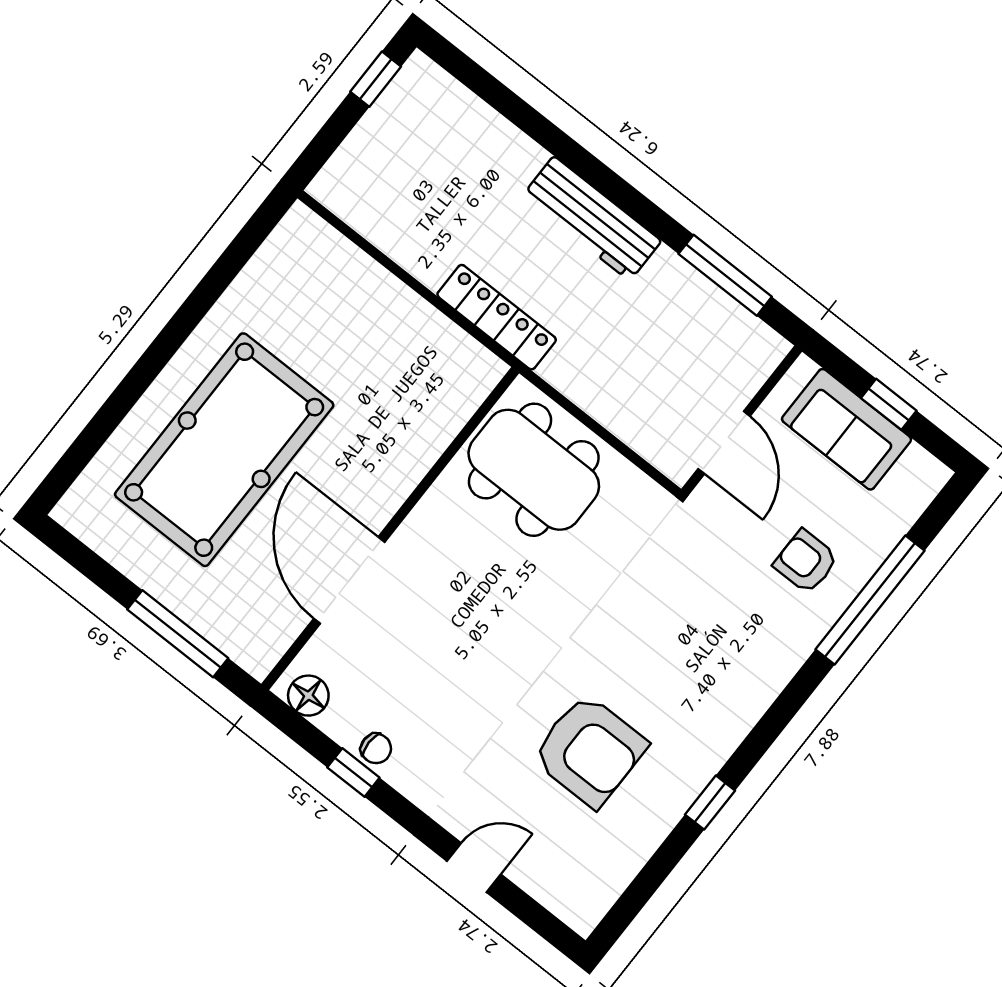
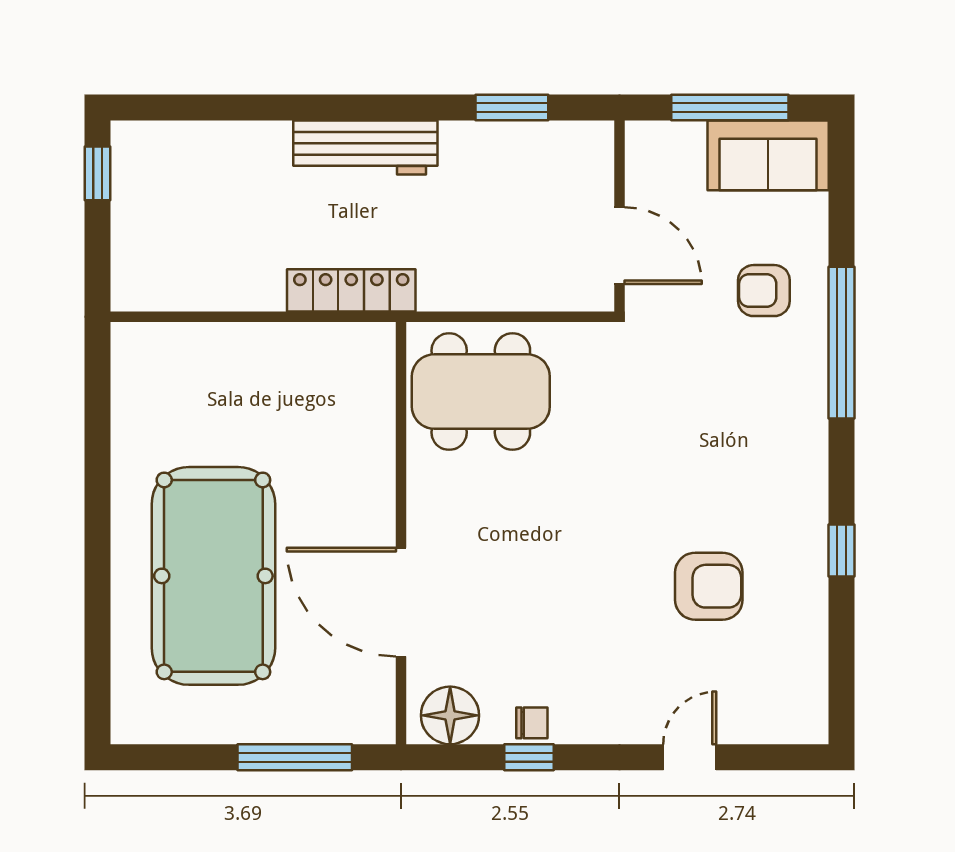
window: (725, 275) -> (512, 108), width x0.69
window: (889, 404) -> (730, 108), width x2.17
sofa: (847, 429) -> (768, 155), moved
window: (870, 600) -> (841, 343), moved
floor lamp: (308, 696) -> (450, 715), width x1.38, depth x1.38
armchair: (589, 751) -> (709, 586), width x0.73, depth x0.73

